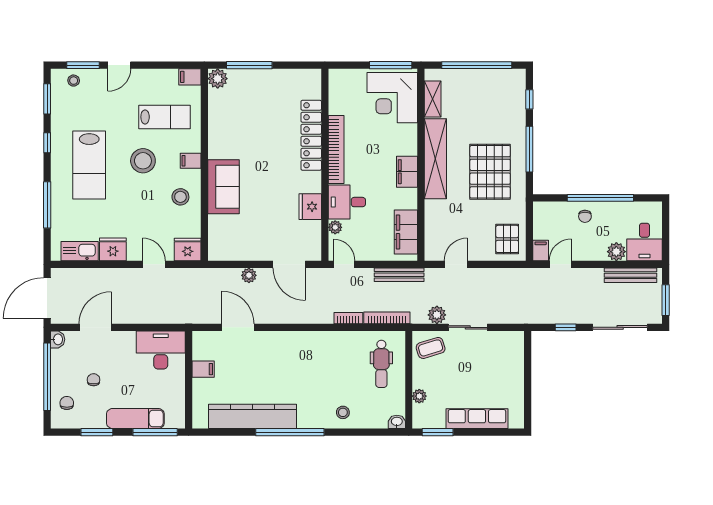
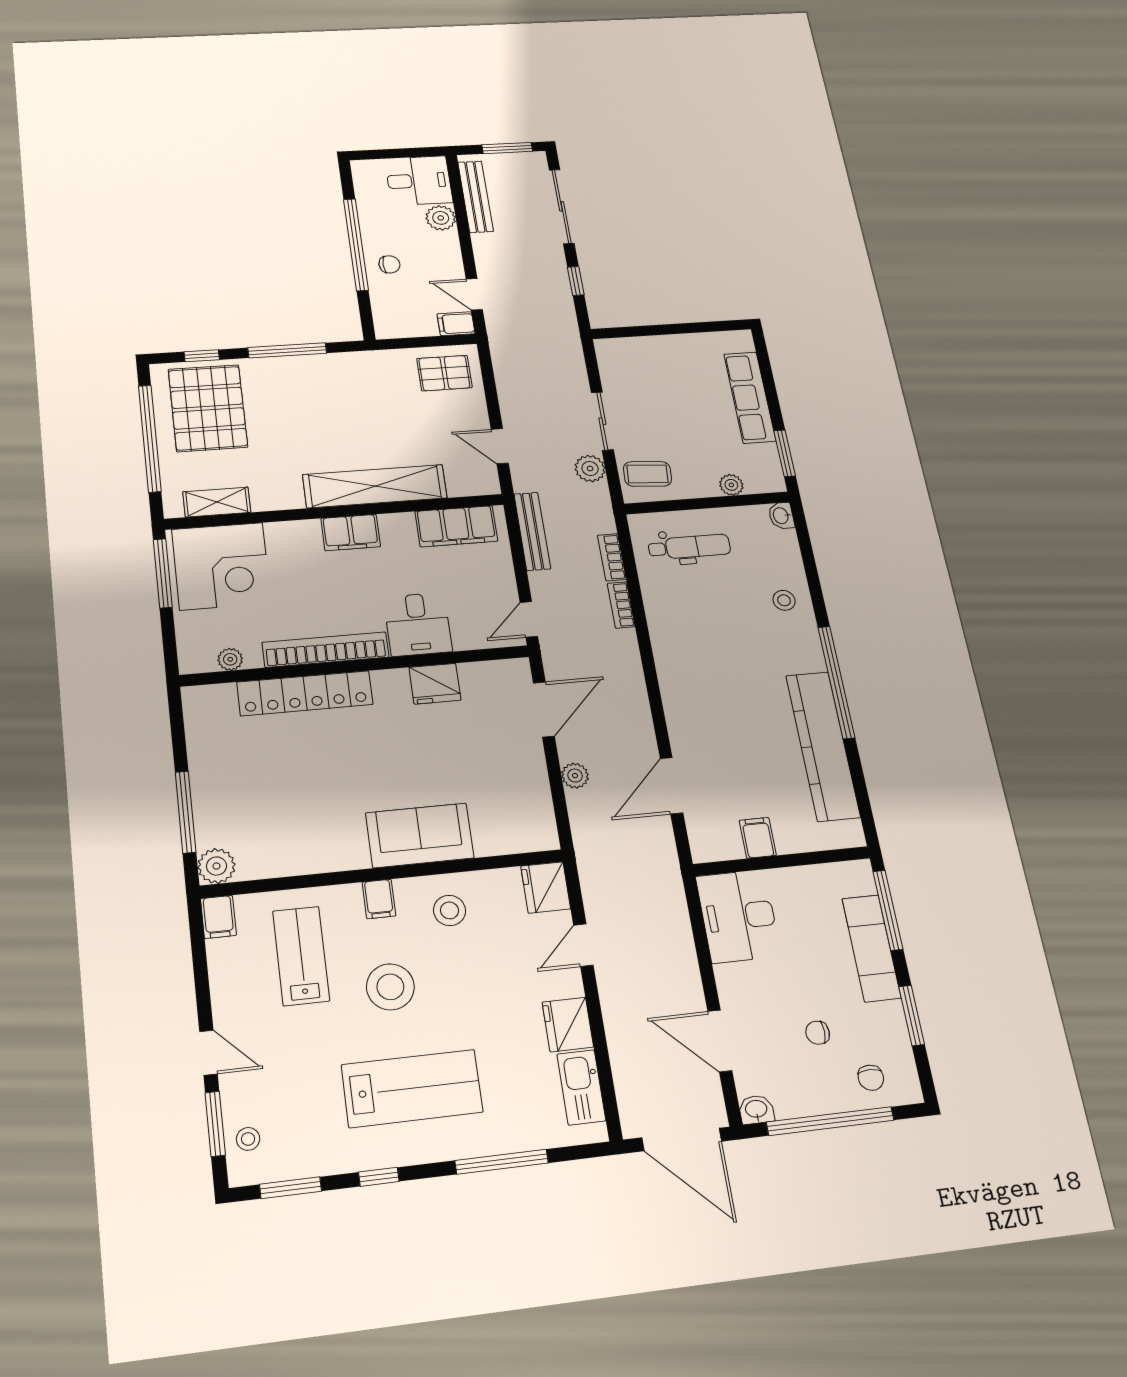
shelving: (435, 159) -> (375, 486), moved
pallet: (490, 172) -> (208, 408), moved, turned 90
plant: (335, 227) -> (230, 659), moved
bookcase: (387, 318) -> (612, 557), width x0.64
coffee table: (431, 348) -> (647, 474), turned -69
chair: (67, 403) -> (871, 1078), turned -90

